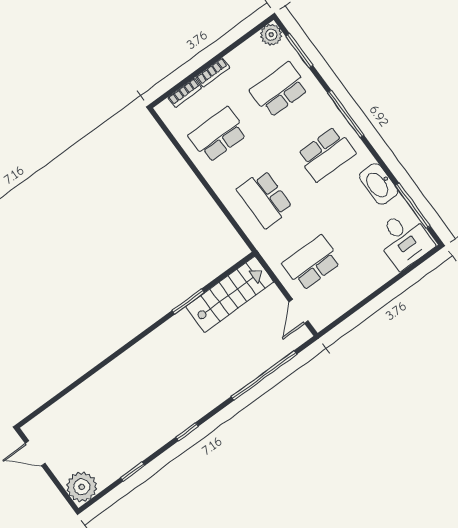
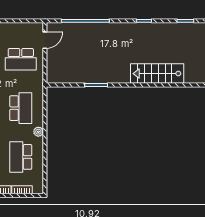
school desk: (218, 135) -> (21, 157), turned 90
plant: (219, 185) -> (38, 132), added
stairs: (230, 294) -> (157, 74), moved

